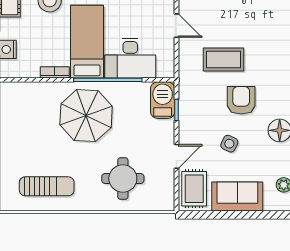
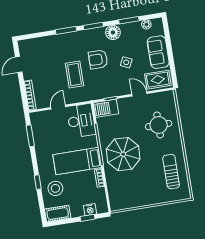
desk: (130, 58) -> (81, 121), moved

